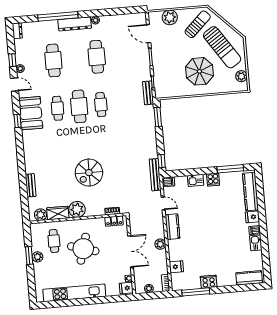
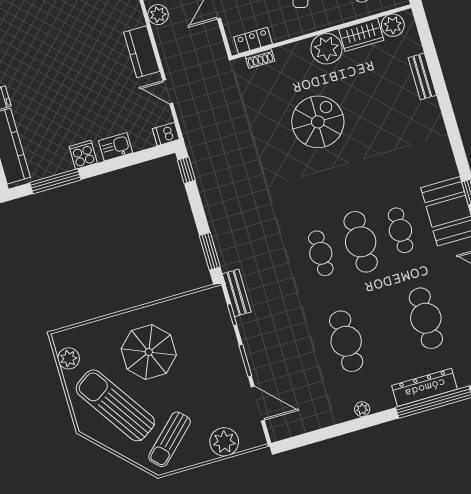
dresser: (75, 24) -> (425, 387), moved
bench: (155, 175) -> (193, 142), removed

